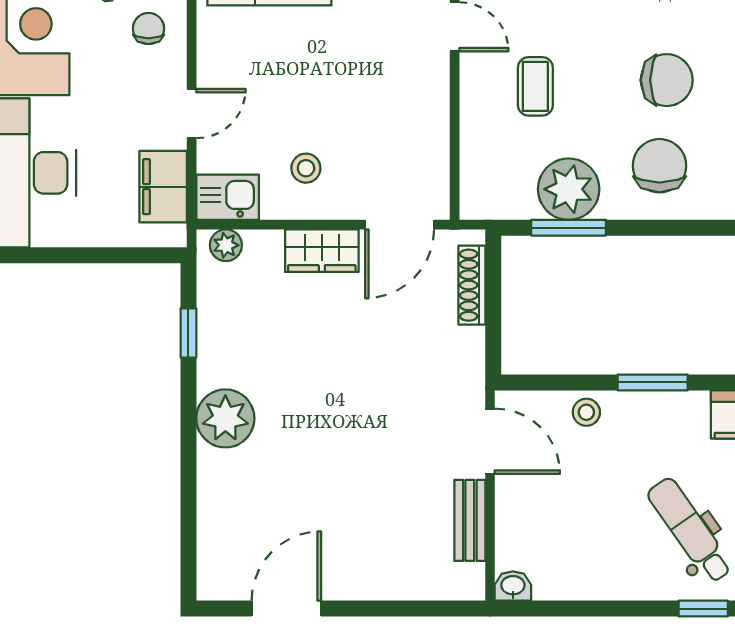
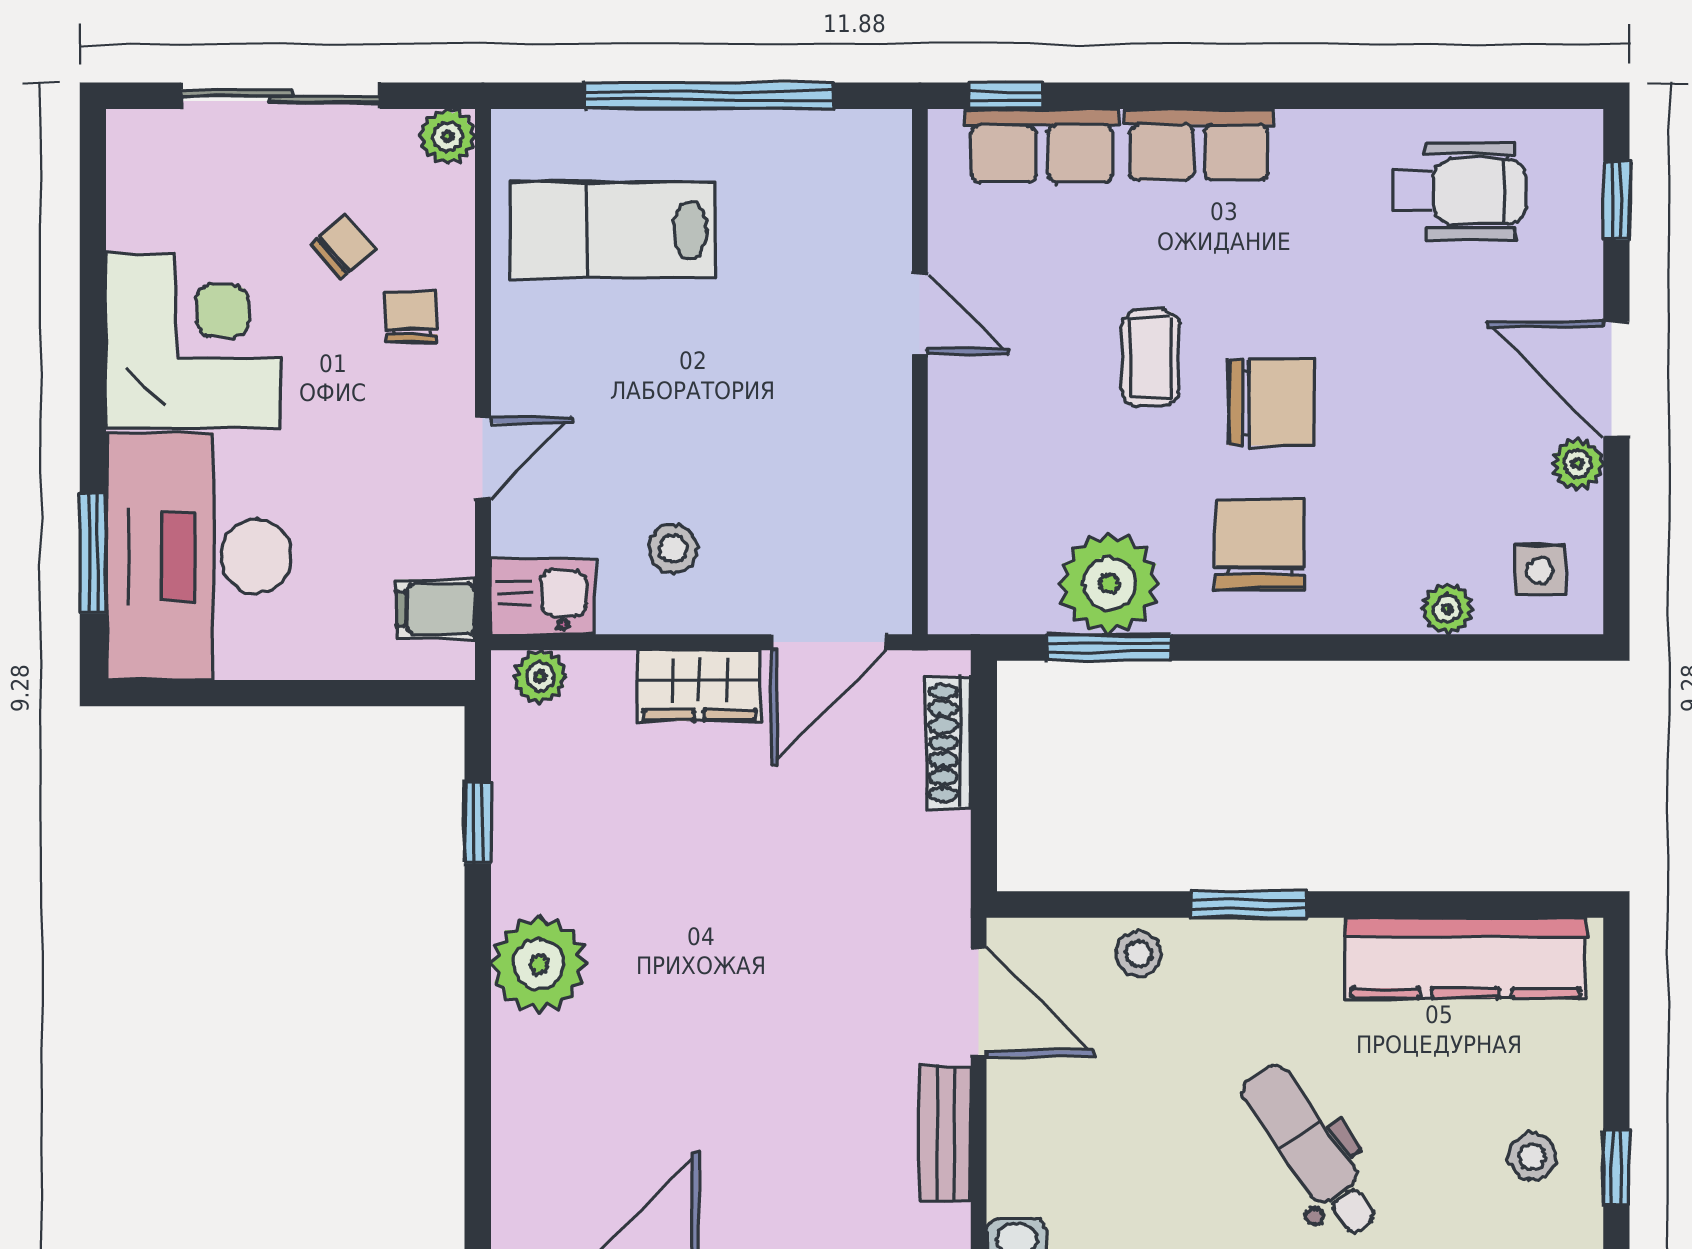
coffee table: (535, 86) -> (1150, 358), moved
filing cabinet: (163, 187) -> (436, 609), width x0.50

